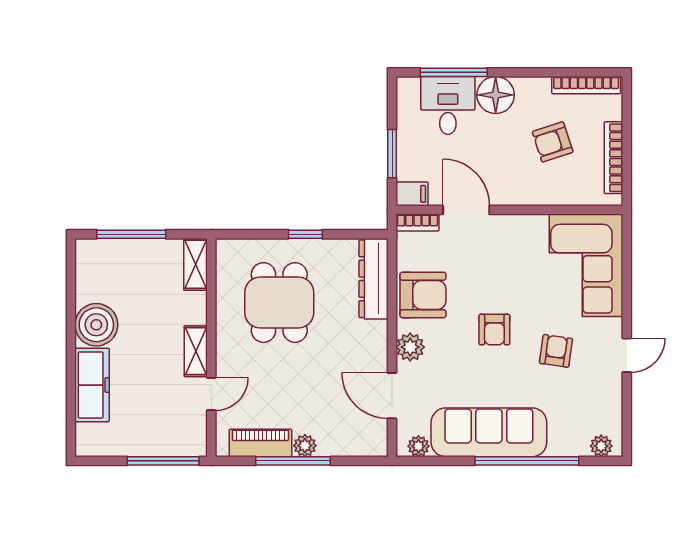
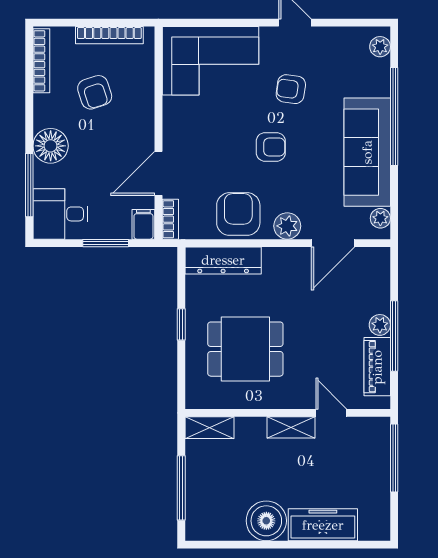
desk: (448, 105) -> (60, 214), moved

